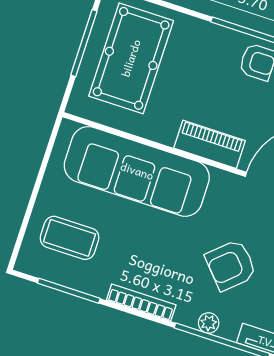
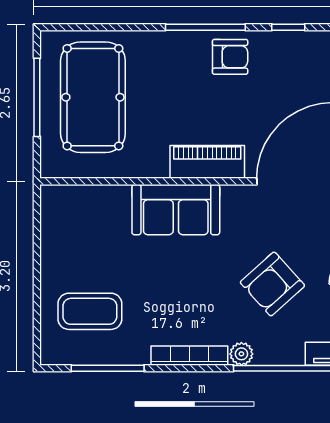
sofa: (137, 171) -> (176, 210), width x0.54, depth x0.79
plant: (209, 323) -> (241, 354), moved

